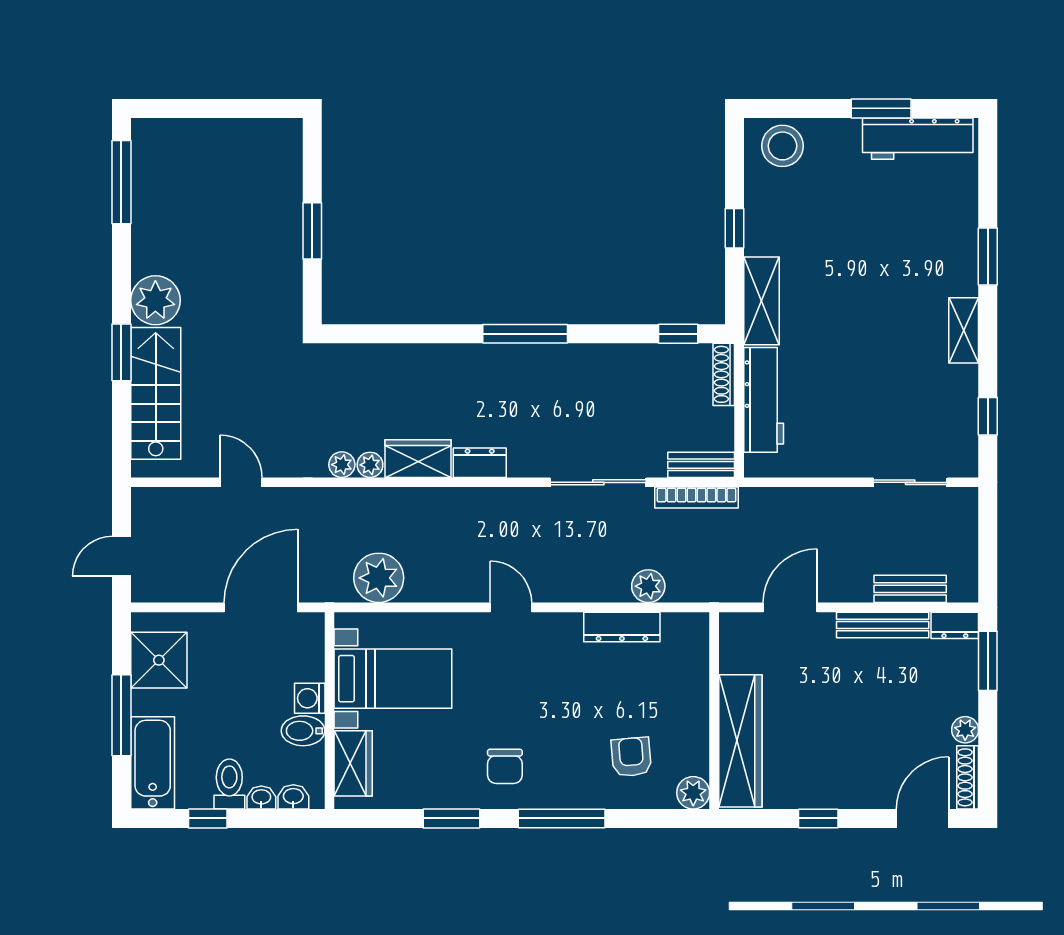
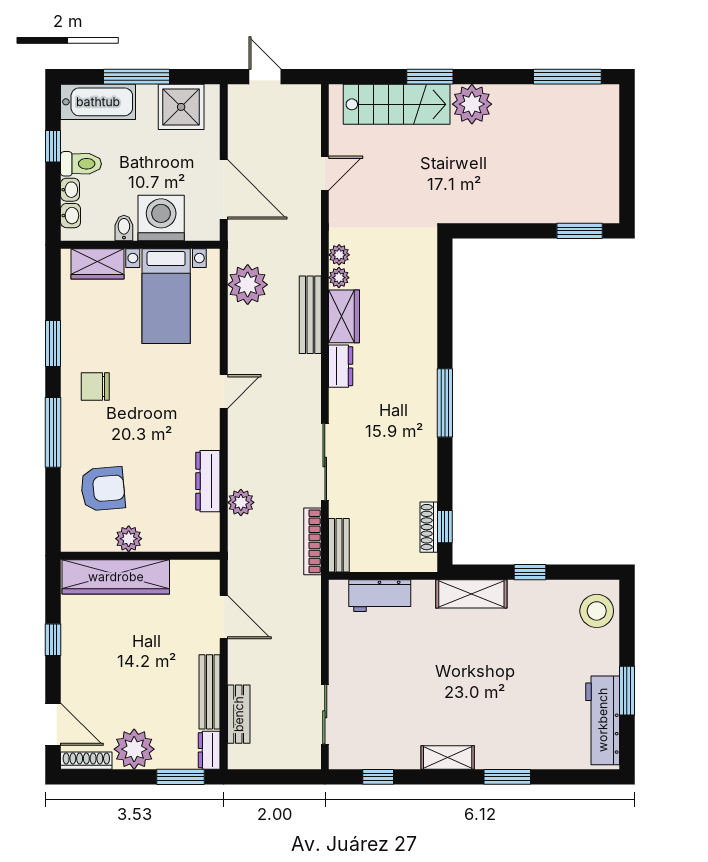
window: (312, 231) -> (580, 231), moved
shoe rack: (724, 374) -> (429, 527), moved, turned -90
workbench: (764, 400) -> (380, 596), width x0.73
bench: (416, 500) -> (310, 315), added
washing machine: (310, 698) -> (161, 218), width x1.89, depth x1.89
plant: (965, 730) -> (134, 749), width x1.87, depth x1.87
bidet: (303, 731) -> (124, 228), width x0.72, depth x0.74
armchair: (631, 757) -> (103, 489), width x1.38, depth x1.38
plant: (693, 793) -> (129, 539), moved

